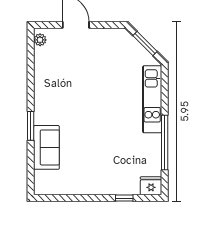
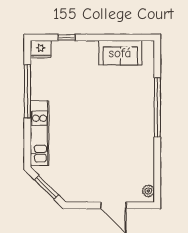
window: (31, 126) -> (157, 107), width x2.11
sofa: (46, 147) -> (120, 53), moved, turned -90

